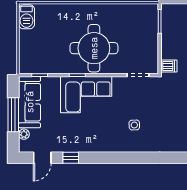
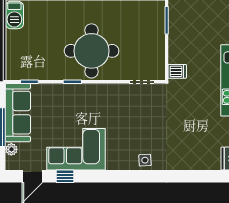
corner sofa: (86, 95) -> (76, 149), moved, turned 180
side table: (134, 125) -> (145, 160), moved

